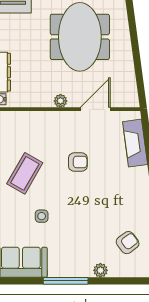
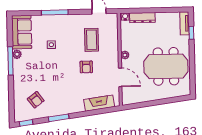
coffee table: (25, 173) -> (92, 40), moved, turned 60
plant: (100, 270) -> (17, 54), moved

